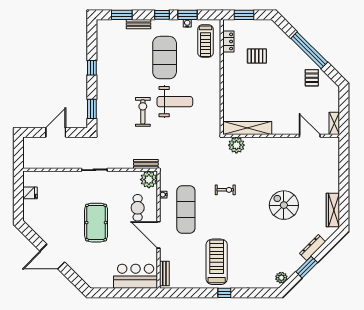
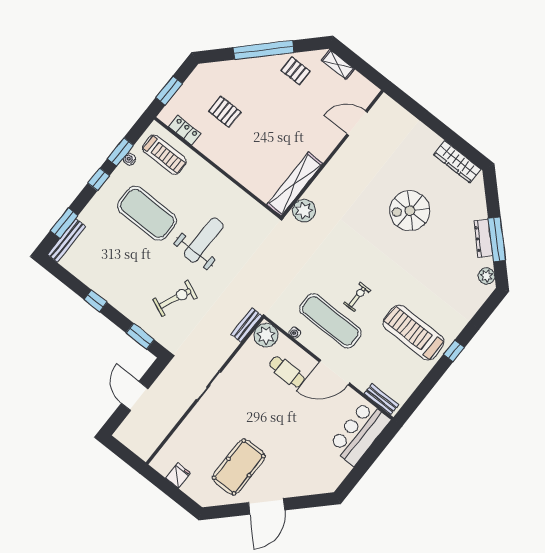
bench: (139, 24) -> (66, 240), moved, width x1.36
pallet: (257, 56) -> (225, 112), turned 90
exercise bike: (143, 112) -> (175, 298), moved, turned 113
shelving: (334, 123) -> (338, 65), moved
exercise bike: (225, 190) -> (357, 297), moved
pool table: (96, 223) -> (239, 467), moved, turned 90
dresser: (312, 248) -> (483, 238), moved
window: (307, 267) -> (497, 239), width x1.44

